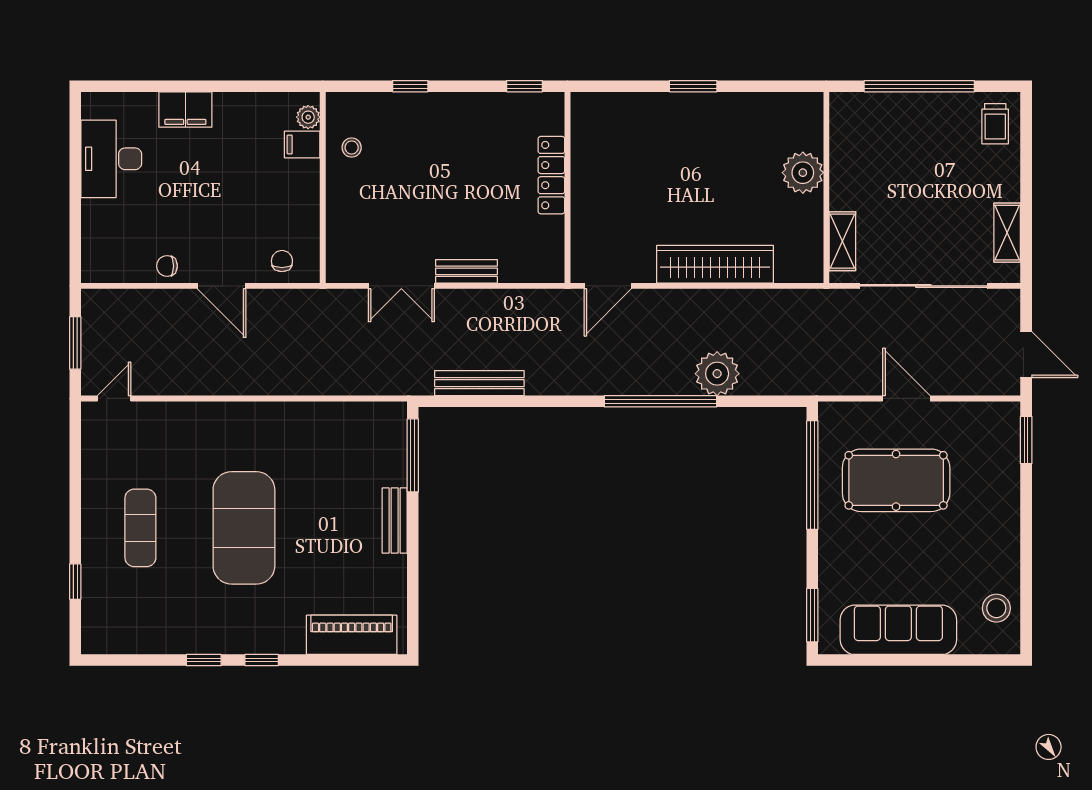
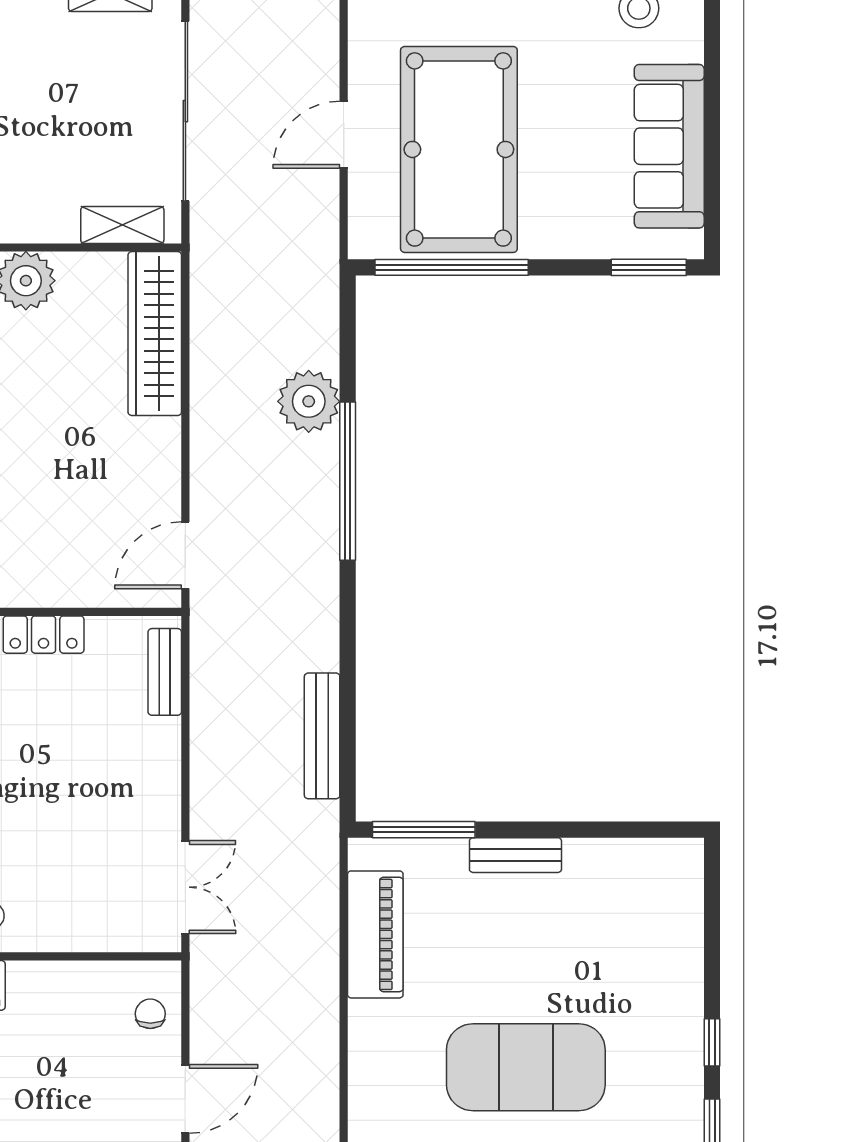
chair: (282, 261) -> (150, 1014), turned 90
wardrobe: (715, 264) -> (155, 334), moved
bench: (466, 271) -> (165, 672), moved
double door: (401, 286) -> (185, 887), moved
door: (608, 286) -> (185, 555), swing flipped
pool table: (896, 480) -> (459, 149), width x1.36, depth x1.32
piano: (352, 635) -> (375, 934), moved, turned 180

